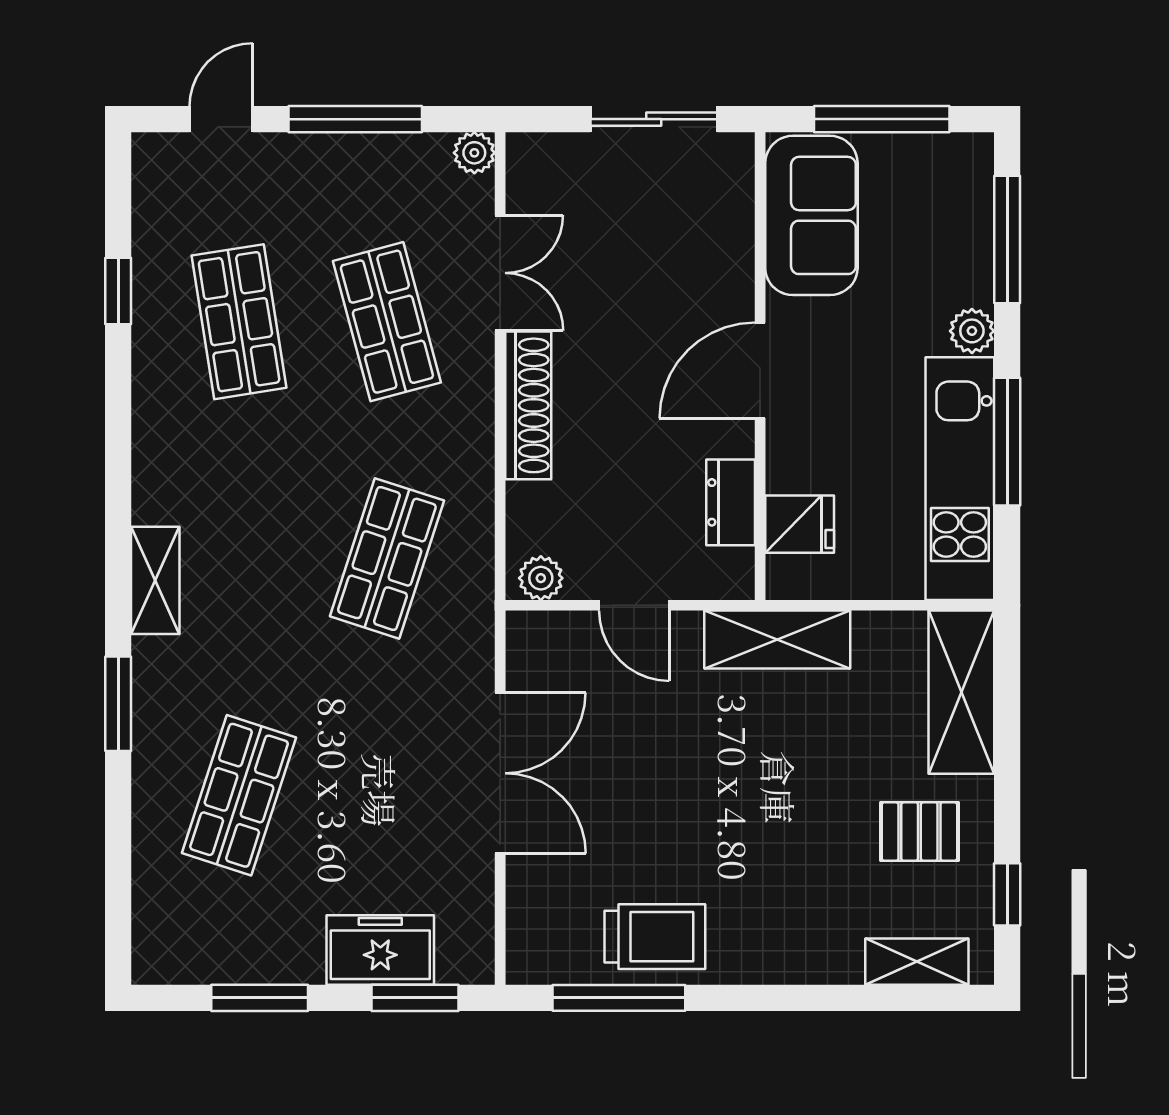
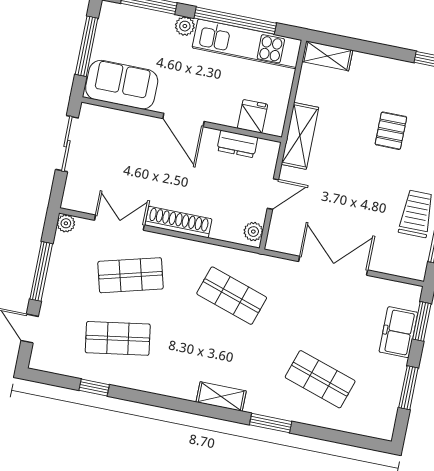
window: (1007, 442) -> (235, 21), width x1.46
shelving: (961, 692) -> (327, 56), width x0.67, depth x0.75
pallet: (919, 832) -> (391, 131), moved

